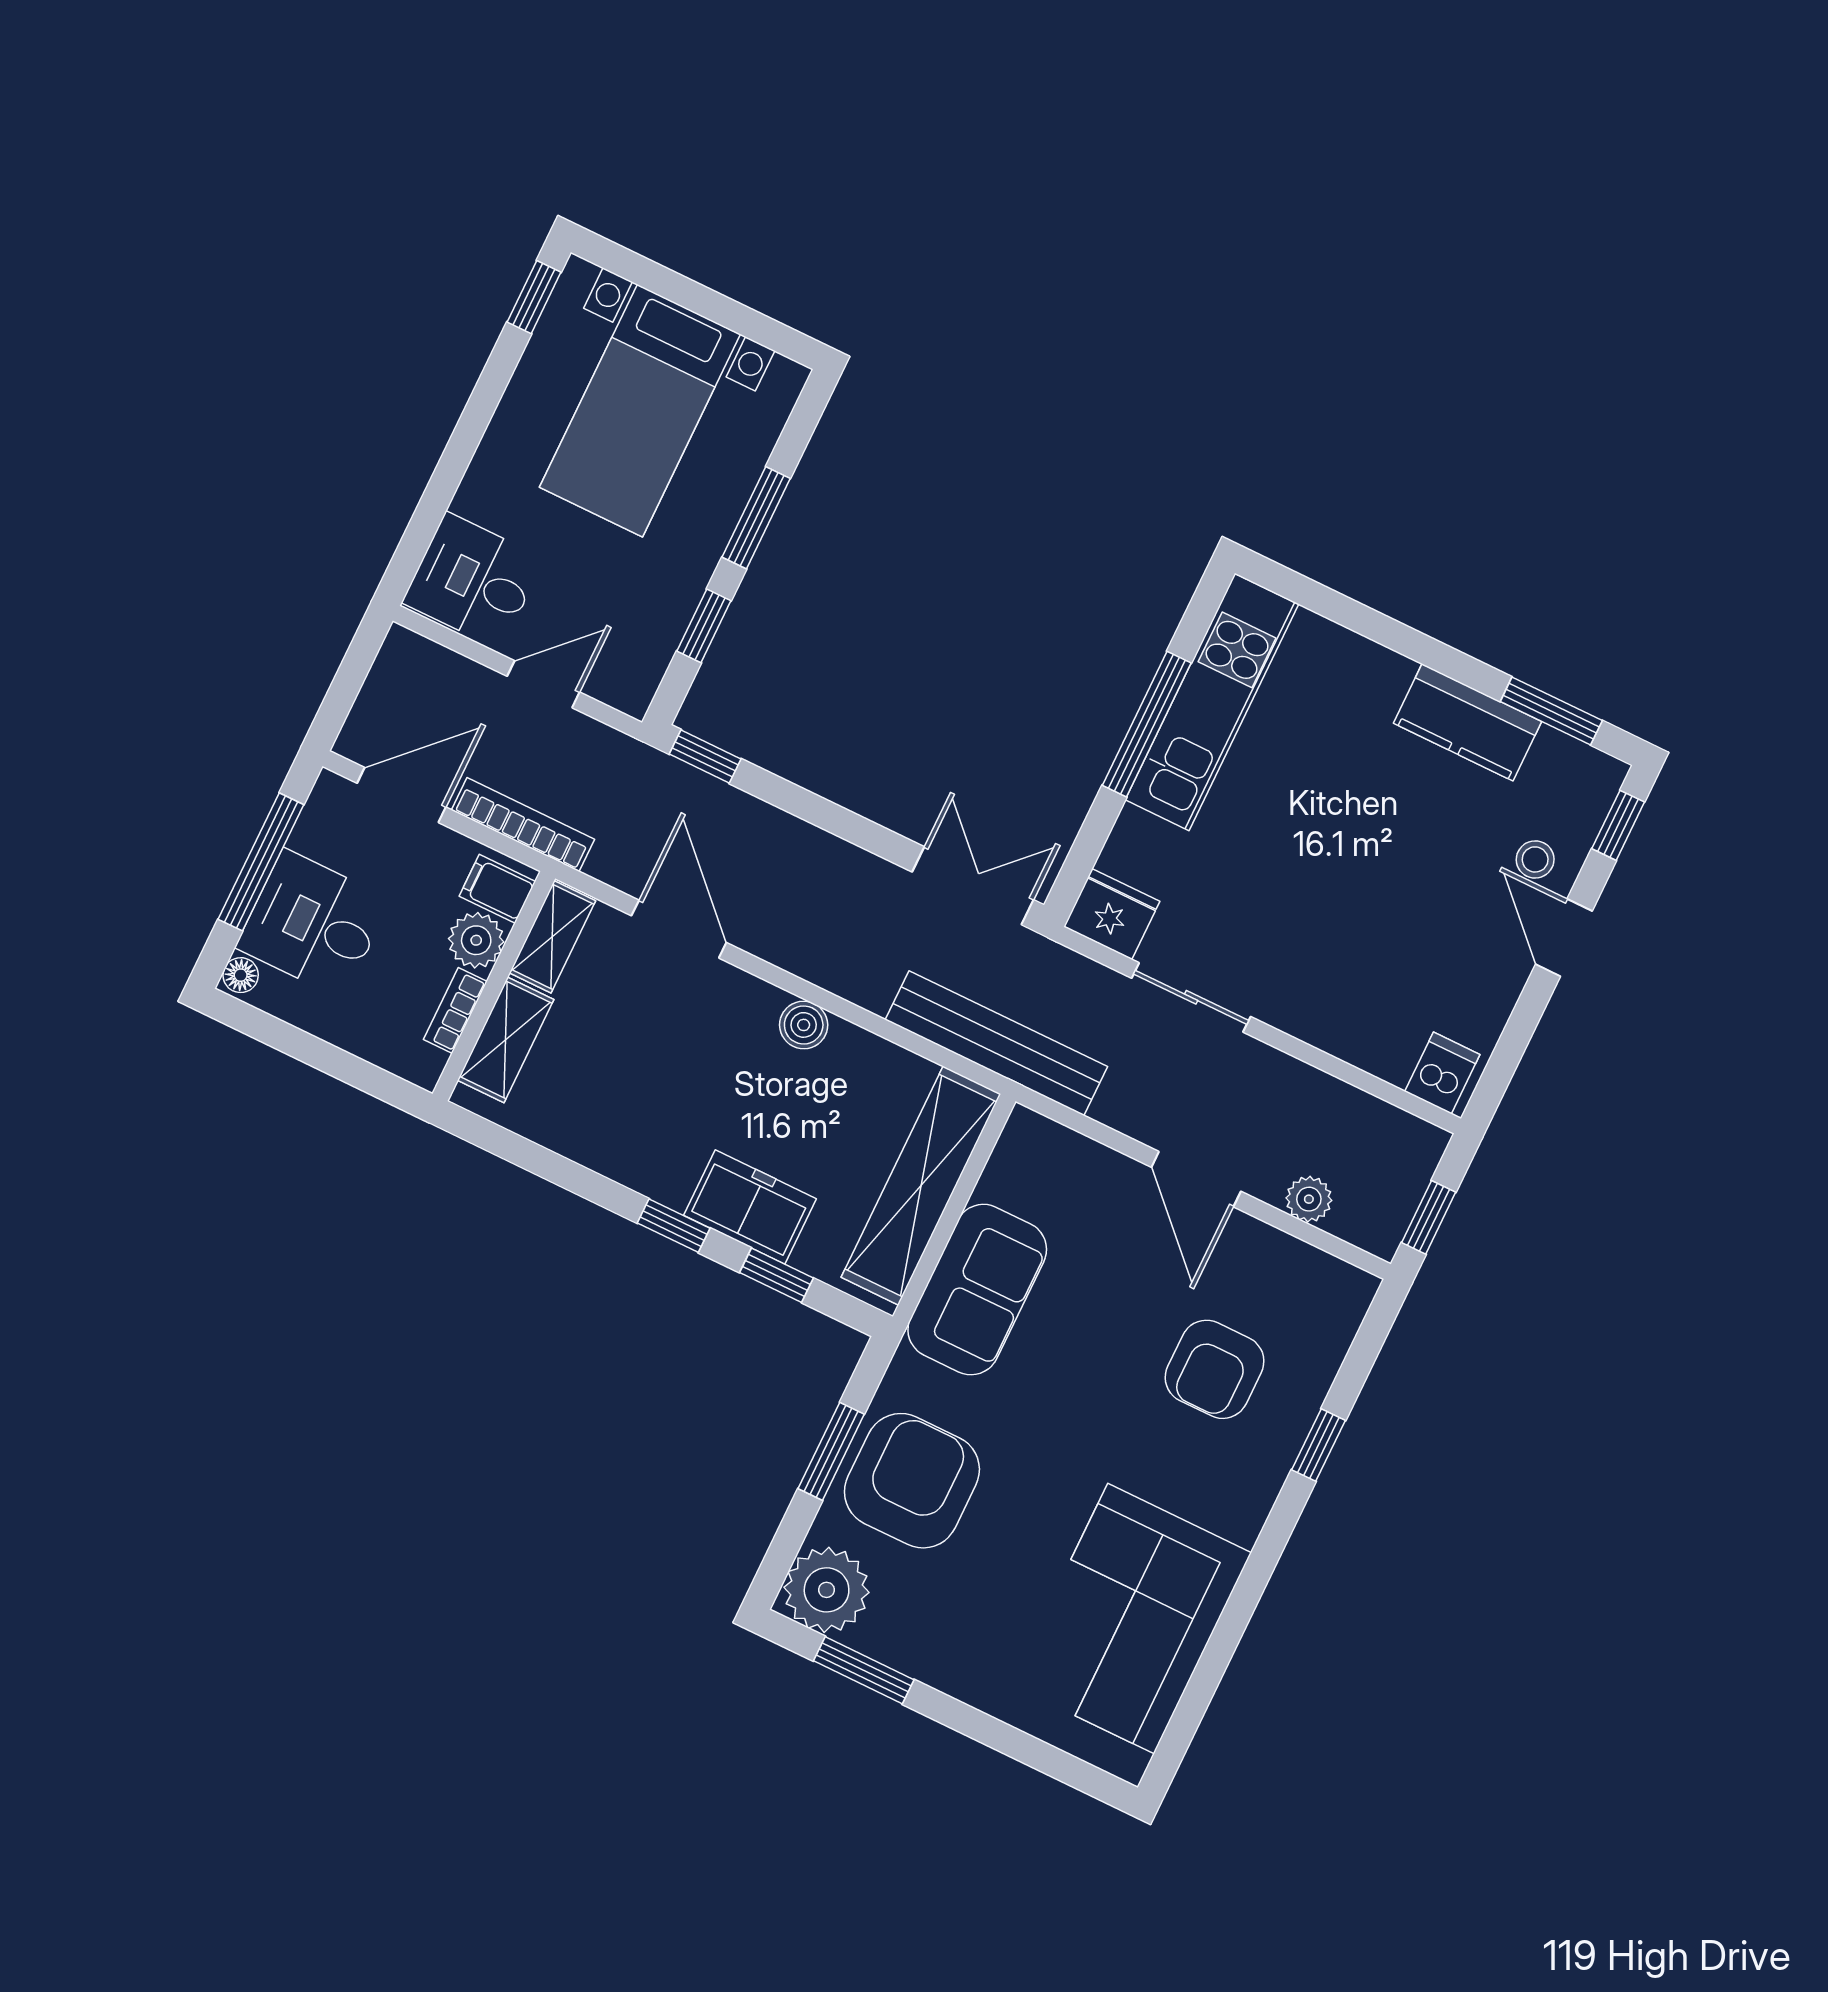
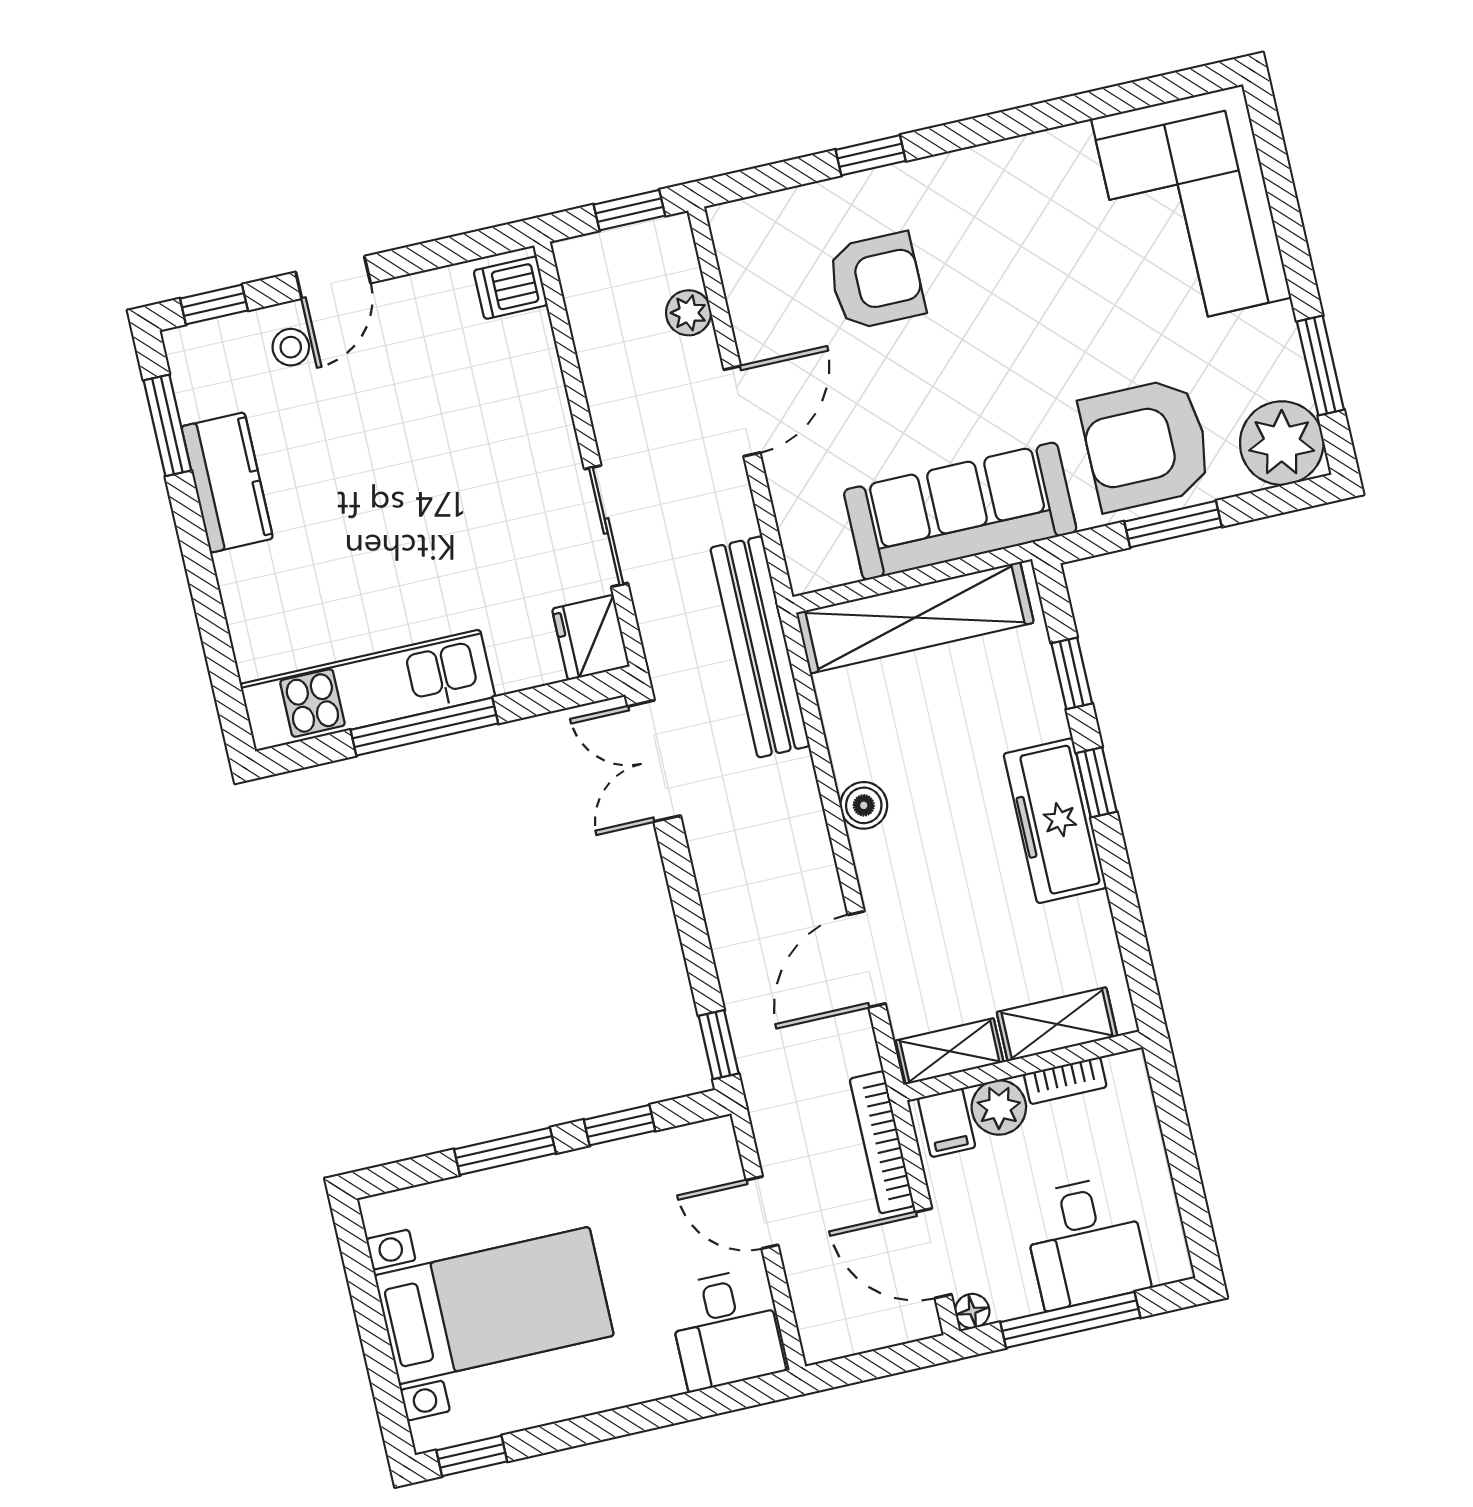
floor lamp: (241, 975) -> (972, 1311), moved
freezer: (750, 1207) -> (1055, 821), moved, width x1.40
sofa: (977, 1290) -> (960, 511), width x1.36
corner sofa: (1131, 1619) -> (1191, 208), moved, turned 90

